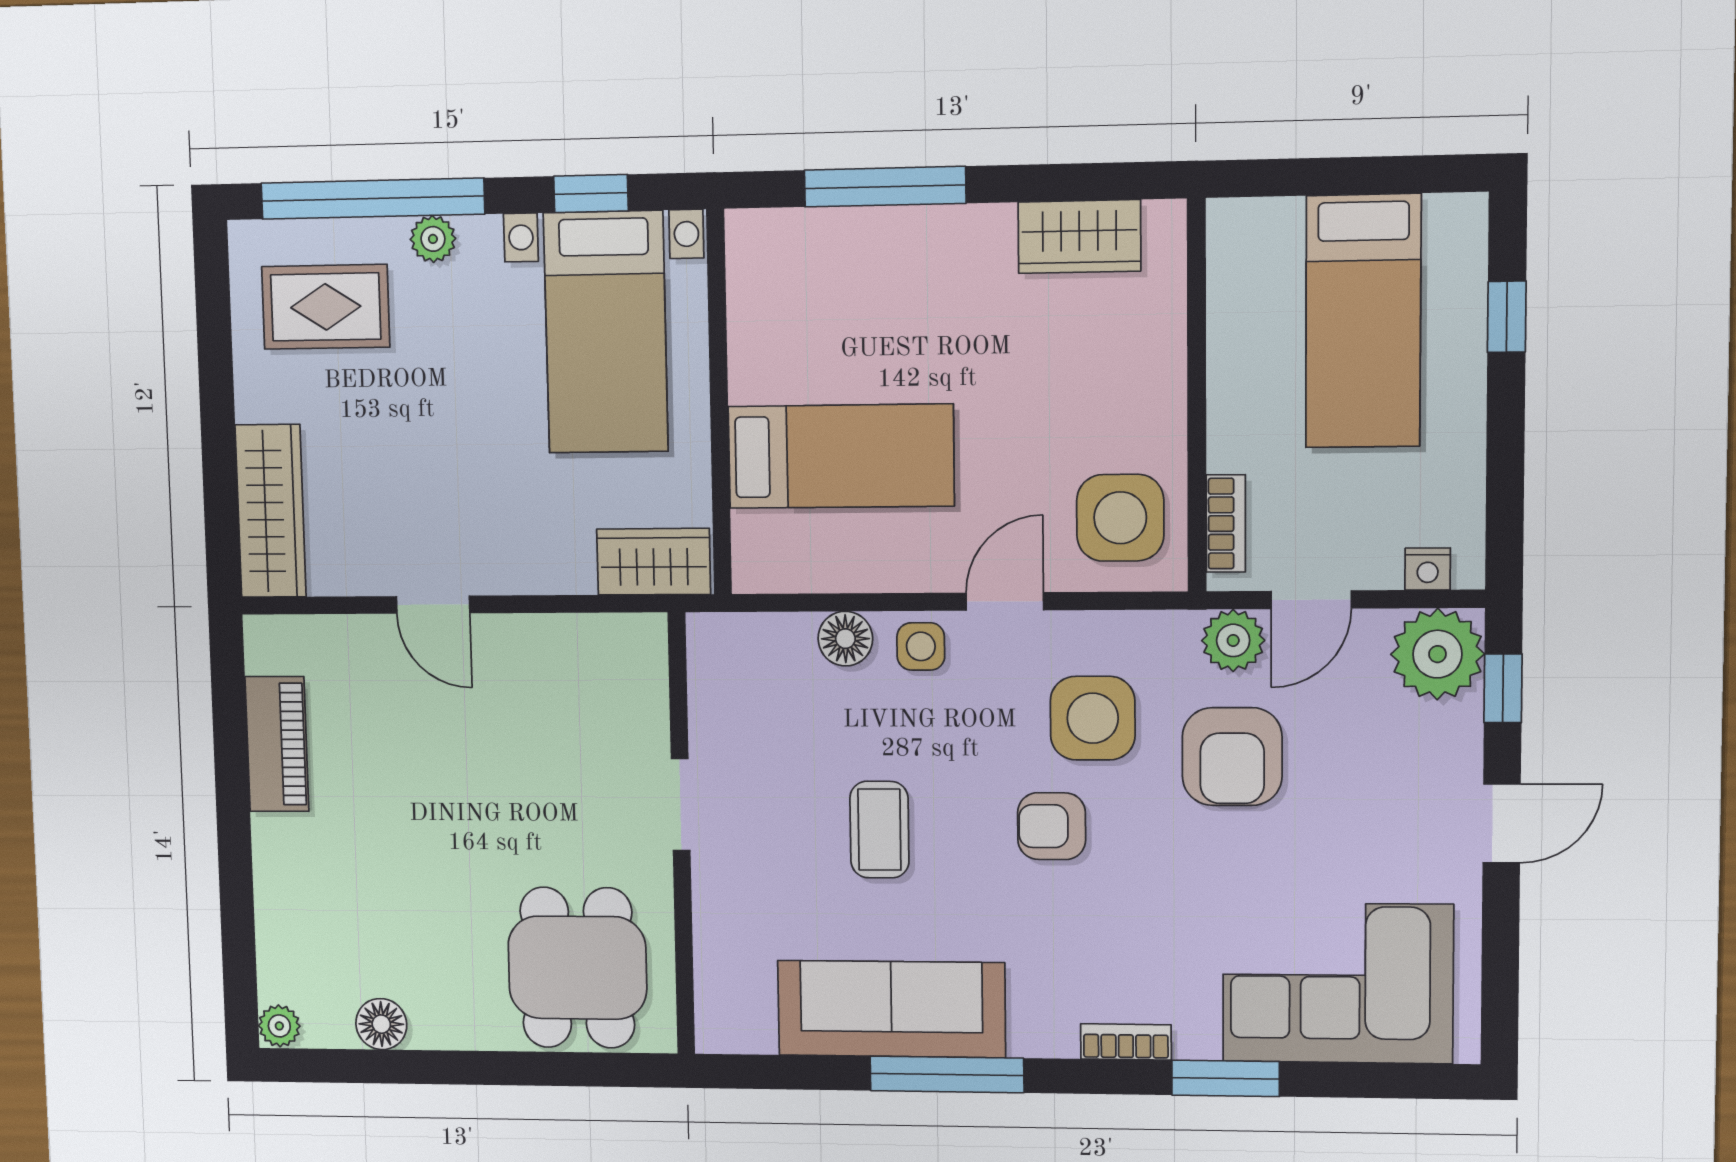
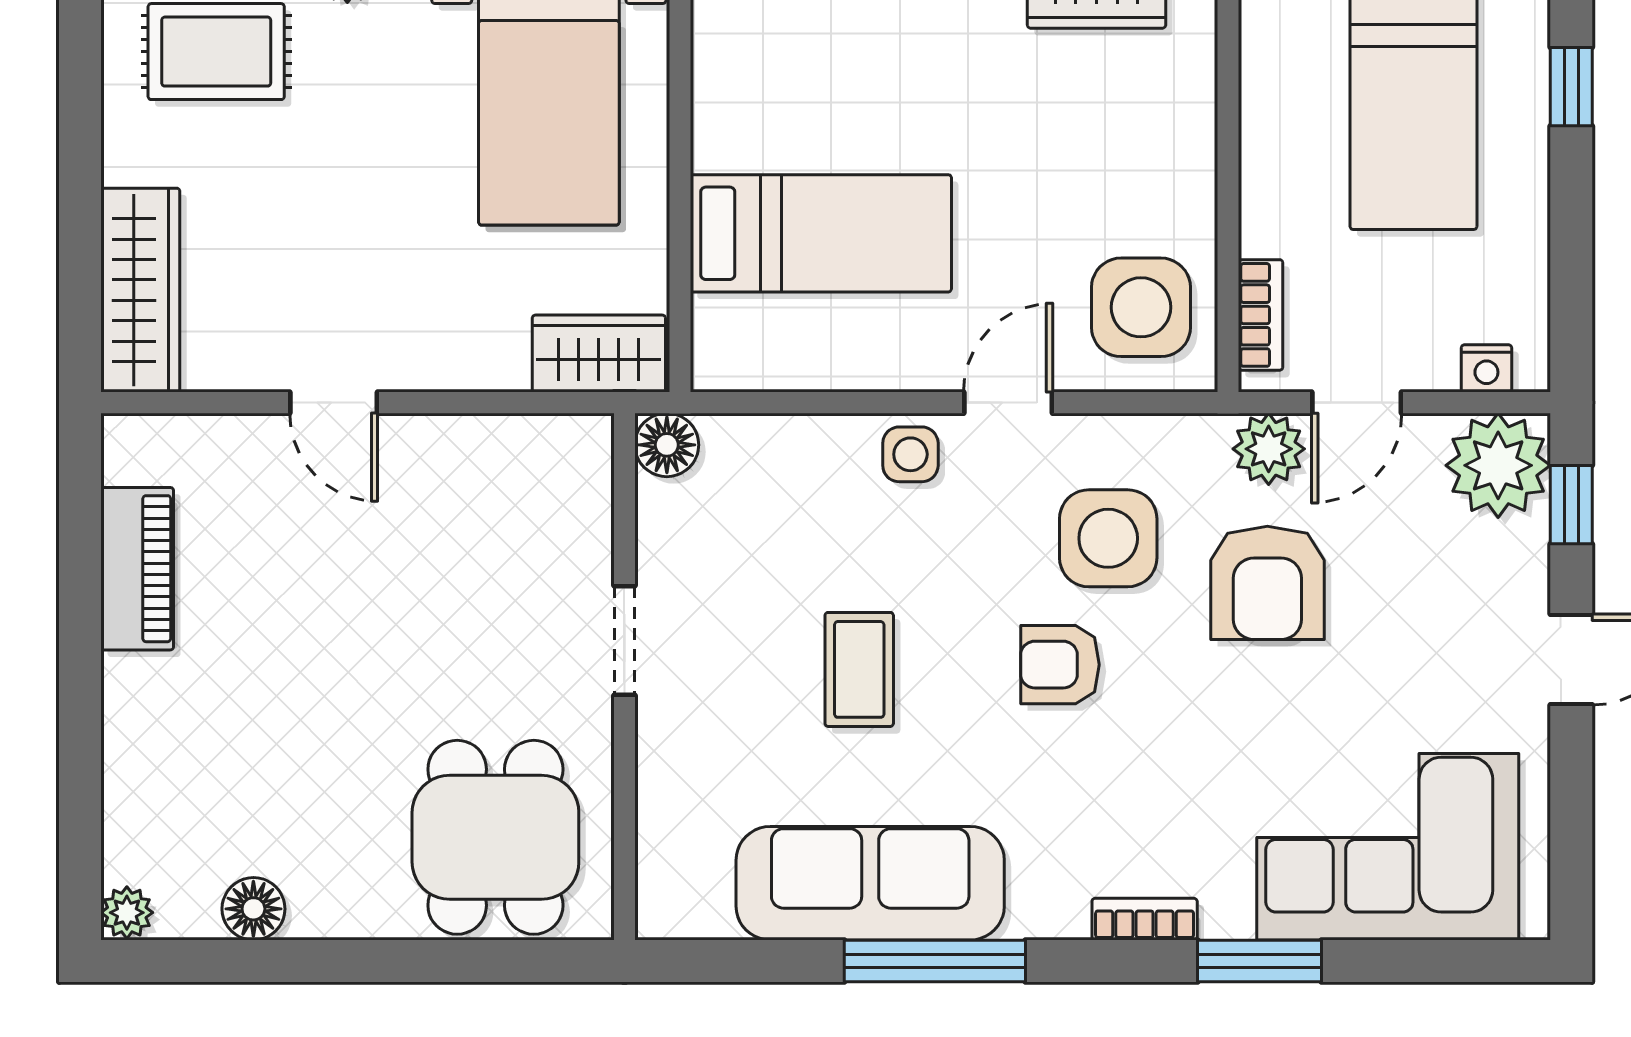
floor lamp: (845, 639) -> (667, 445), moved

